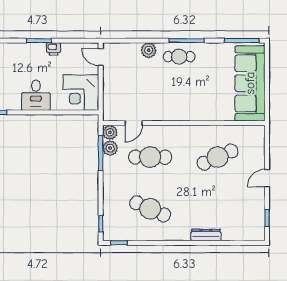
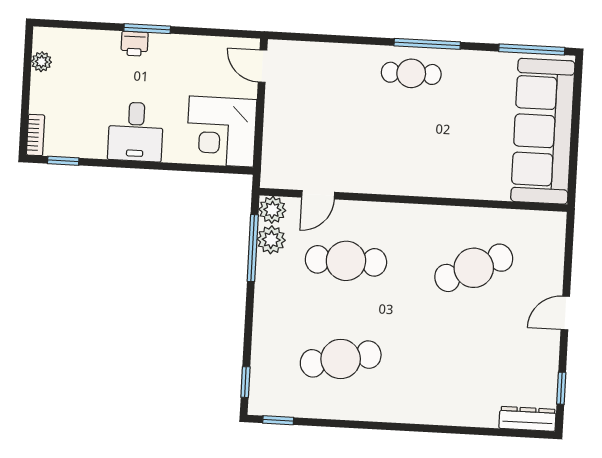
printer: (54, 49) -> (135, 44), moved
plant: (149, 50) -> (354, 58), removed
cafe table: (150, 209) -> (341, 359), turned -36
dresser: (206, 235) -> (528, 419), moved

